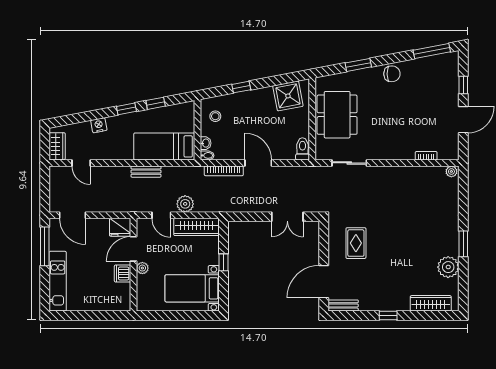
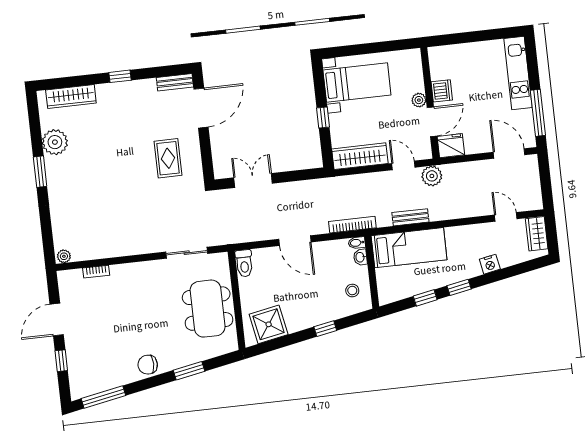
bookcase: (224, 171) -> (352, 225), moved
bench: (146, 172) -> (410, 217), moved
plant: (185, 204) -> (432, 176), moved

